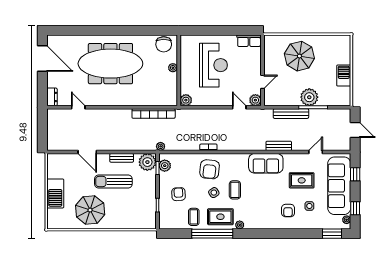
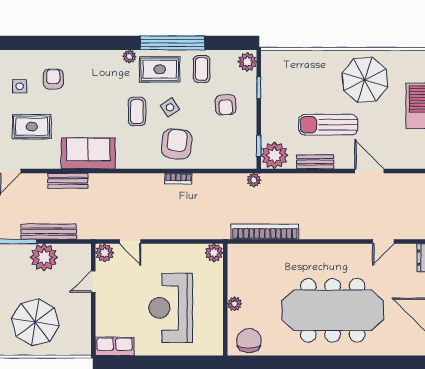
plant: (309, 97) -> (44, 257), moved
door: (78, 107) -> (383, 241), hinge flipped
plant: (165, 166) -> (247, 62), moved
sun lounger: (113, 182) -> (328, 125), turned 180

